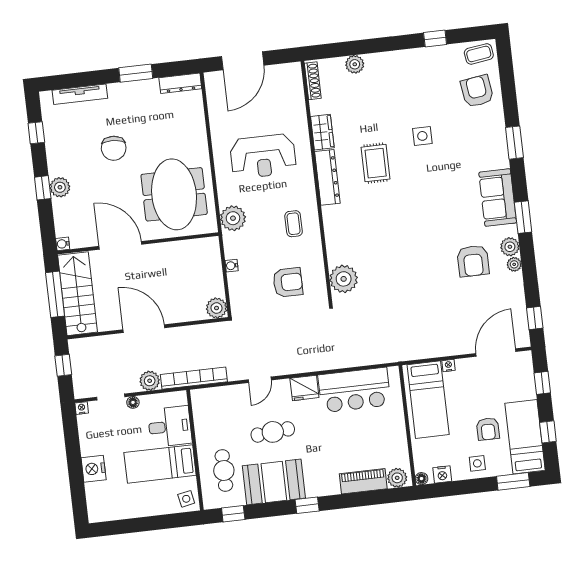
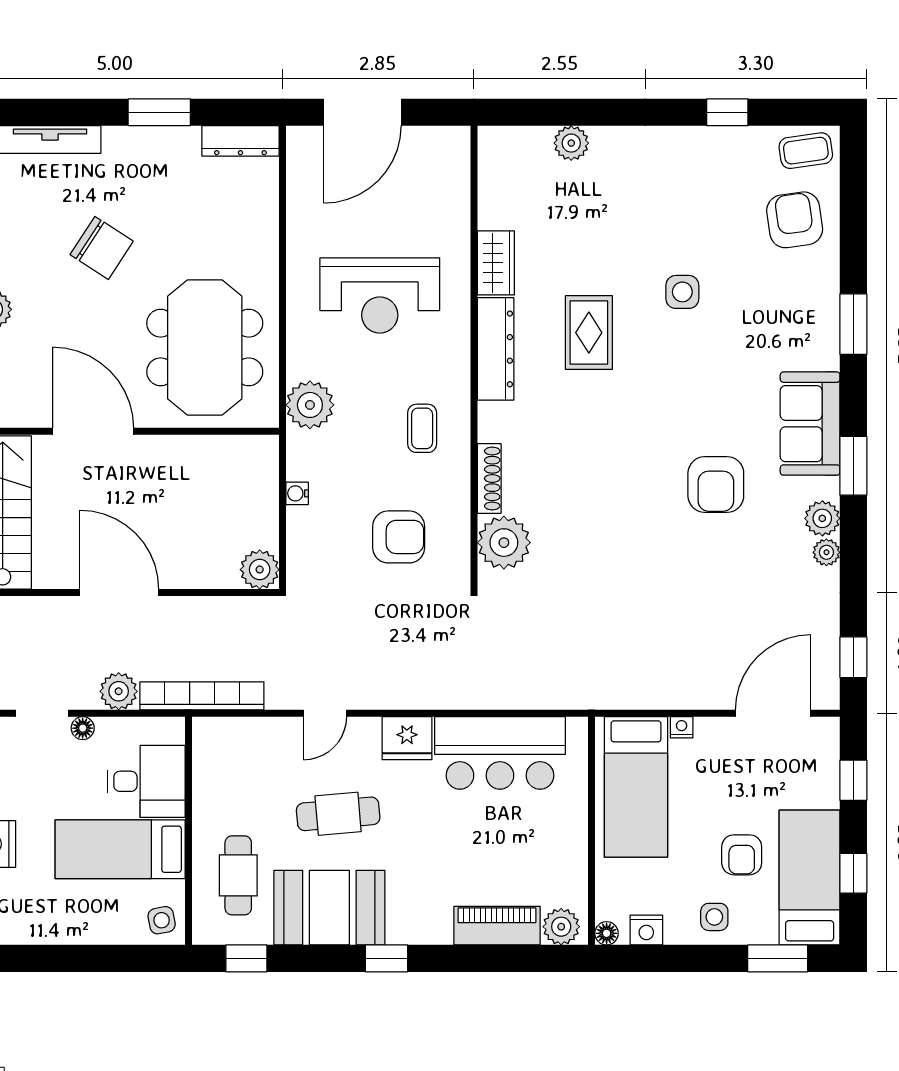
shoe rack: (313, 81) -> (489, 478), moved
chair: (114, 148) -> (102, 248), turned -61
armchair: (473, 261) -> (716, 485), moved

